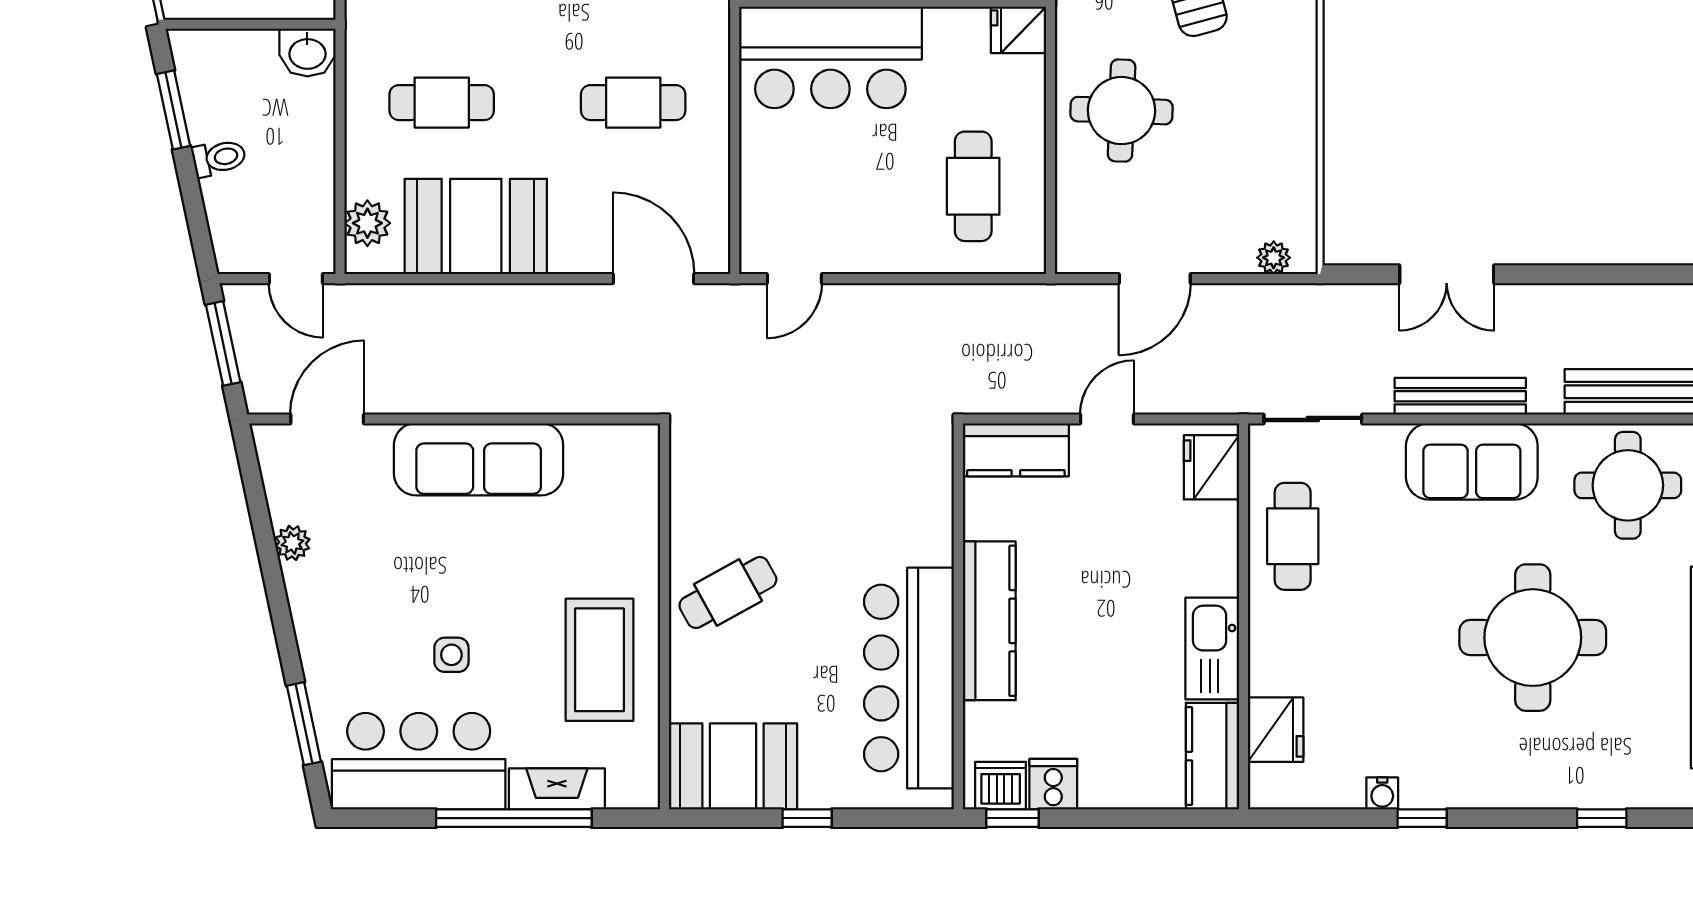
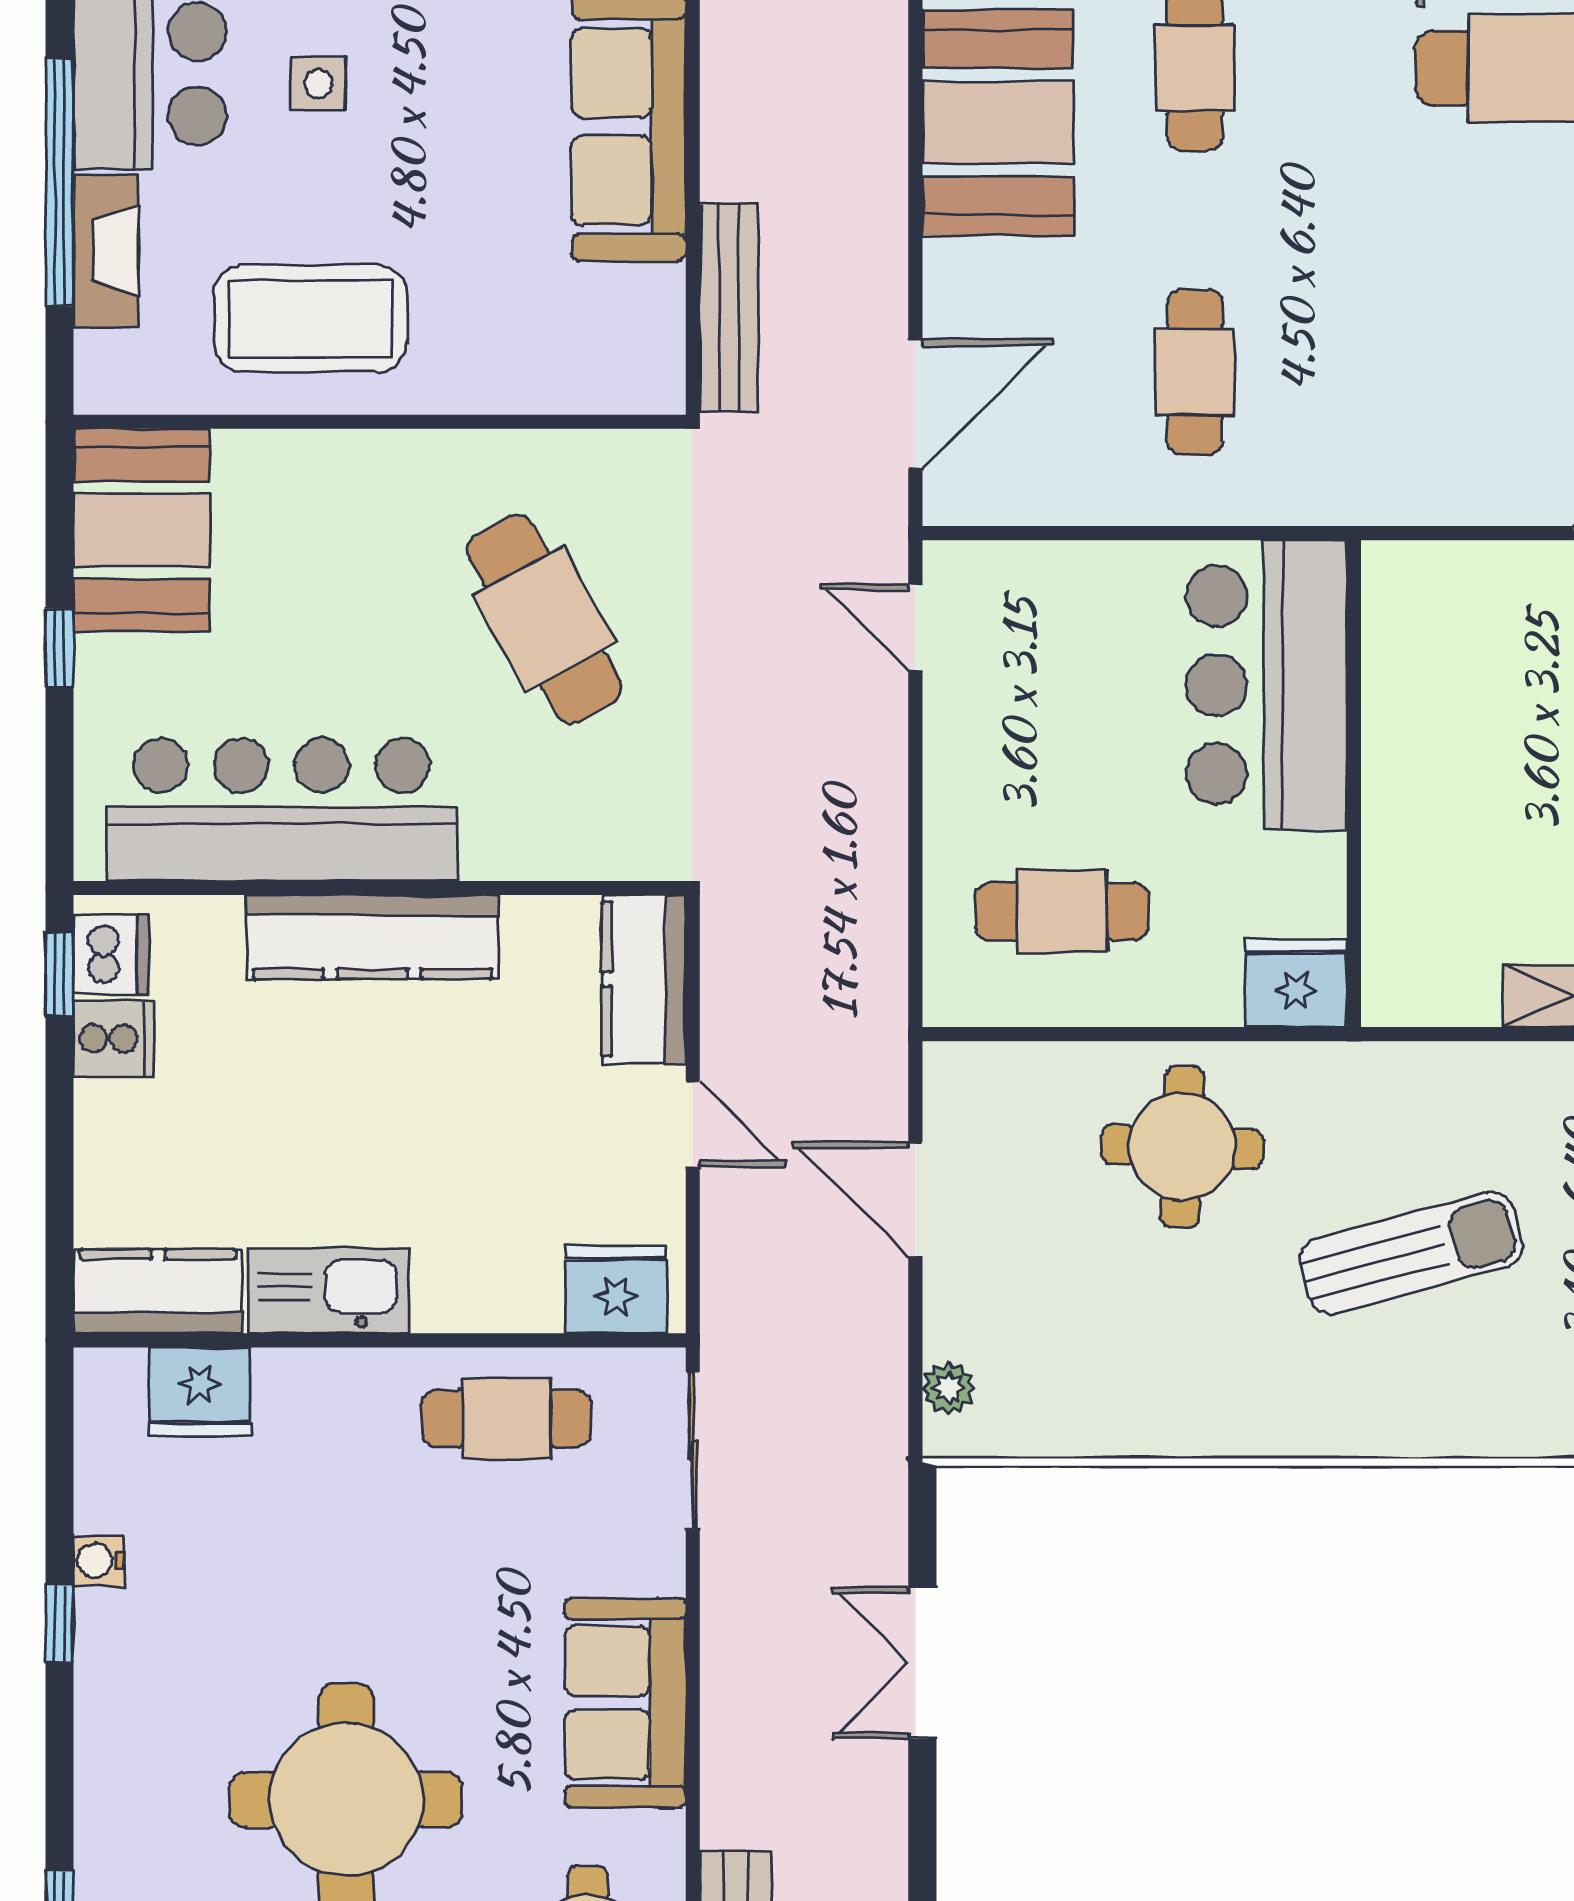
fridge: (1018, 30) -> (1296, 983), width x1.38
bench: (1460, 396) -> (729, 308), moved
cafe table: (728, 592) -> (544, 619), moved, width x1.37, depth x1.35

